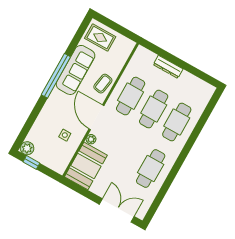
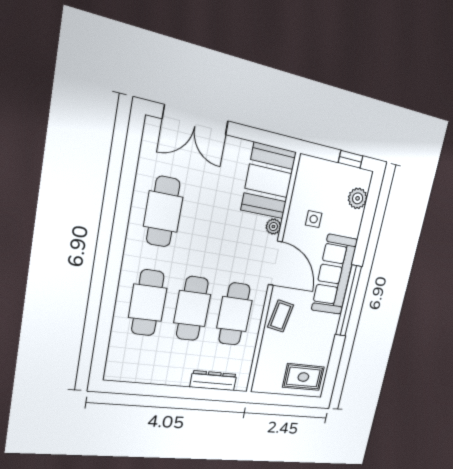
dresser: (168, 67) -> (213, 381), moved
sofa: (76, 70) -> (334, 275), moved
plant: (27, 148) -> (358, 198), moved

